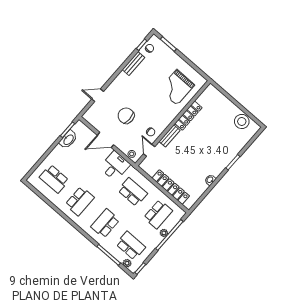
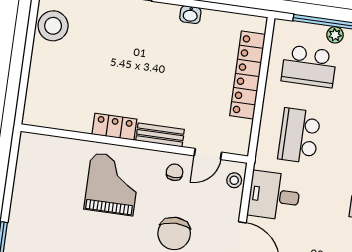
grand piano: (177, 87) -> (112, 184), moved, turned -90
locker: (188, 116) -> (114, 127), width x0.66
school desk: (158, 214) -> (309, 66), turned 180

